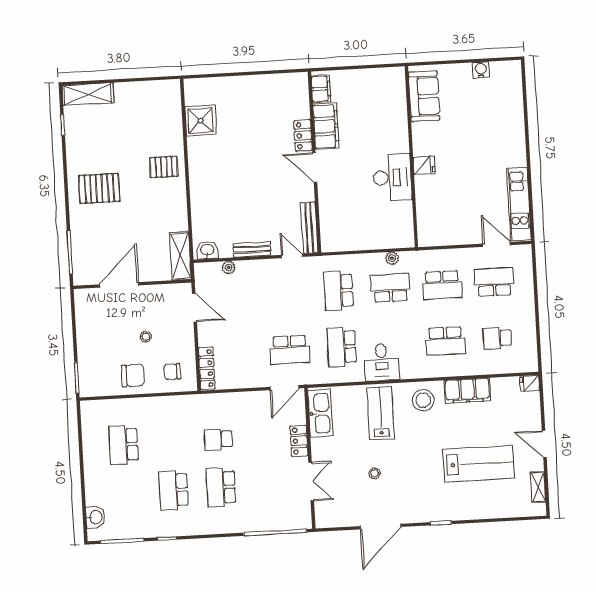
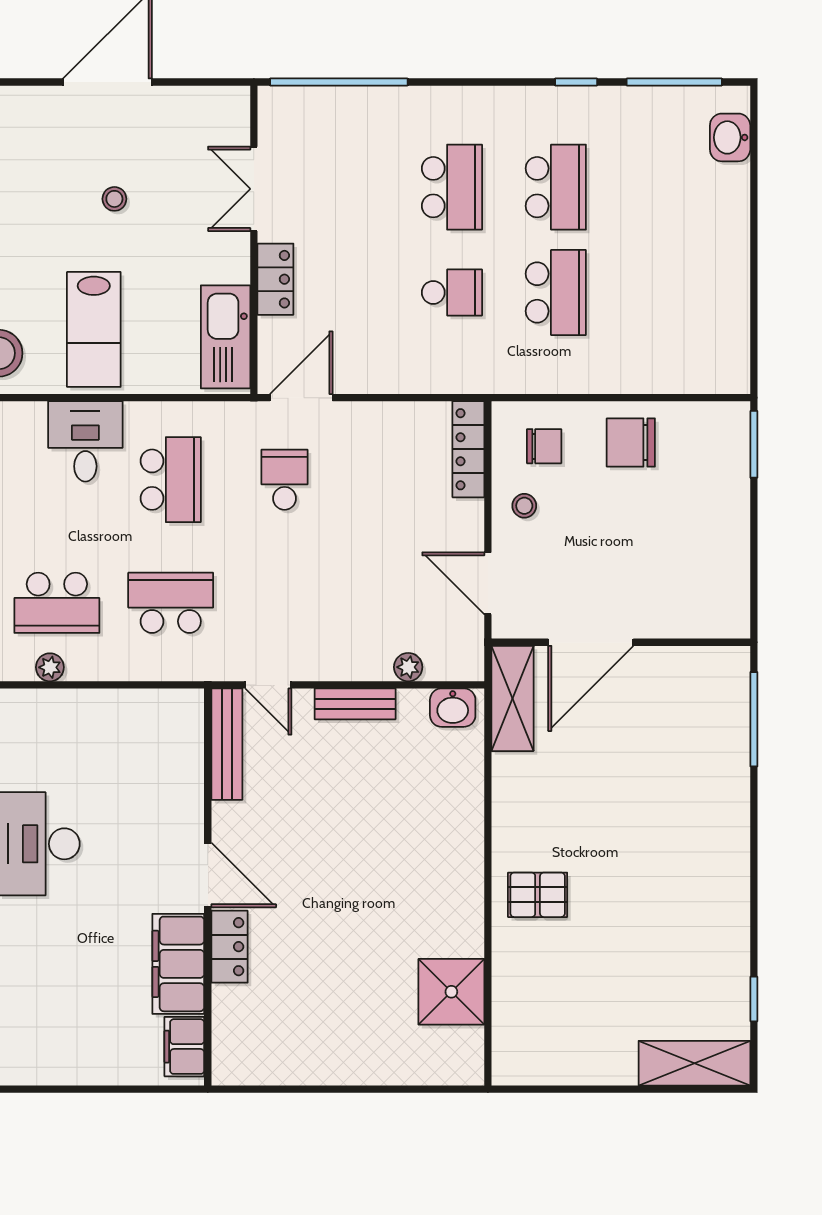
pallet: (99, 188) -> (681, 856), removed
door: (119, 285) -> (591, 642), moved
school desk: (339, 291) -> (171, 603), turned -90
stool: (146, 337) -> (524, 506), moved
school desk: (290, 350) -> (285, 480), width x0.54
school desk: (124, 445) -> (556, 292), moved

